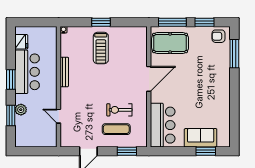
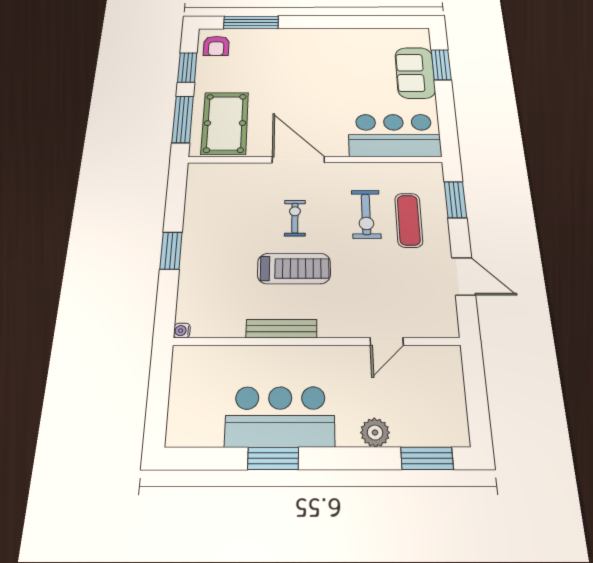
fridge: (21, 42) -> (204, 431), removed
treadmill: (101, 48) -> (294, 269), moved
exercise bike: (117, 77) -> (295, 218), added
window: (11, 80) -> (273, 458), moved
window: (11, 116) -> (427, 458), moved

